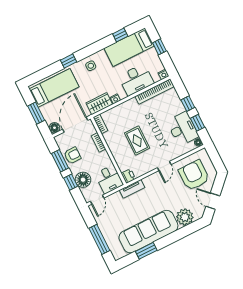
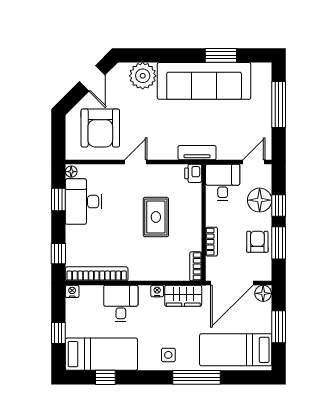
window: (68, 61) -> (196, 377), width x2.17
desk: (136, 80) -> (121, 303), width x0.73
window: (188, 104) -> (58, 254), moved
armchair: (72, 155) -> (257, 242), turned 90

